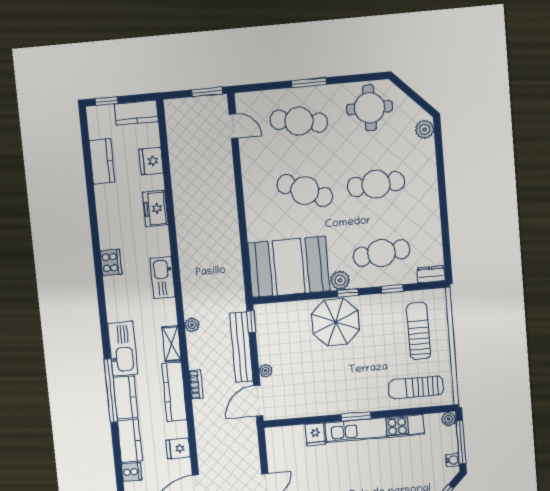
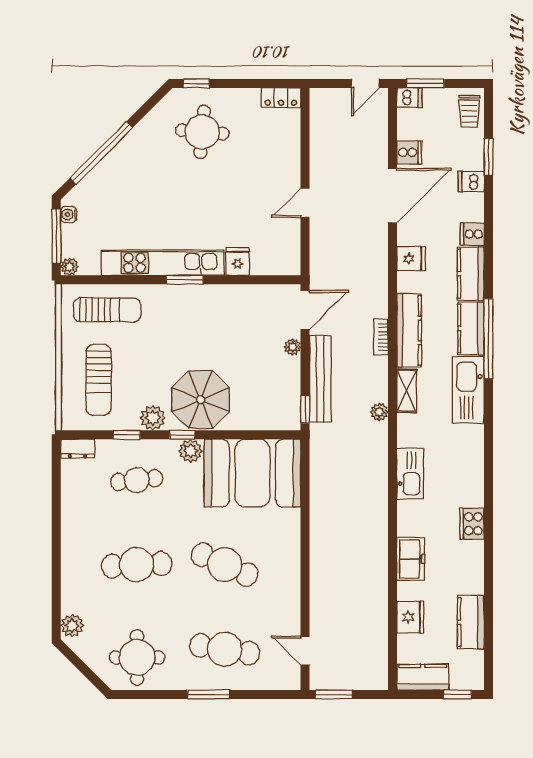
cafe table: (381, 253) -> (137, 480), width x0.73, depth x0.74
cooker: (111, 262) -> (472, 524), moved
plant: (373, 304) -> (153, 418), added

